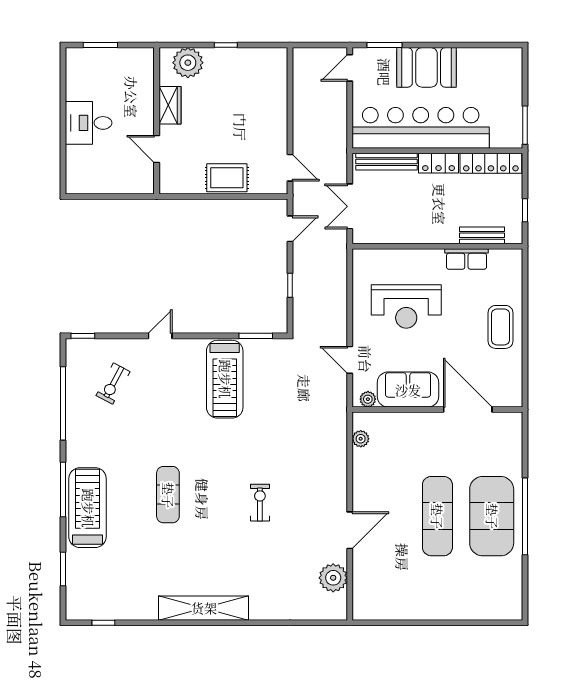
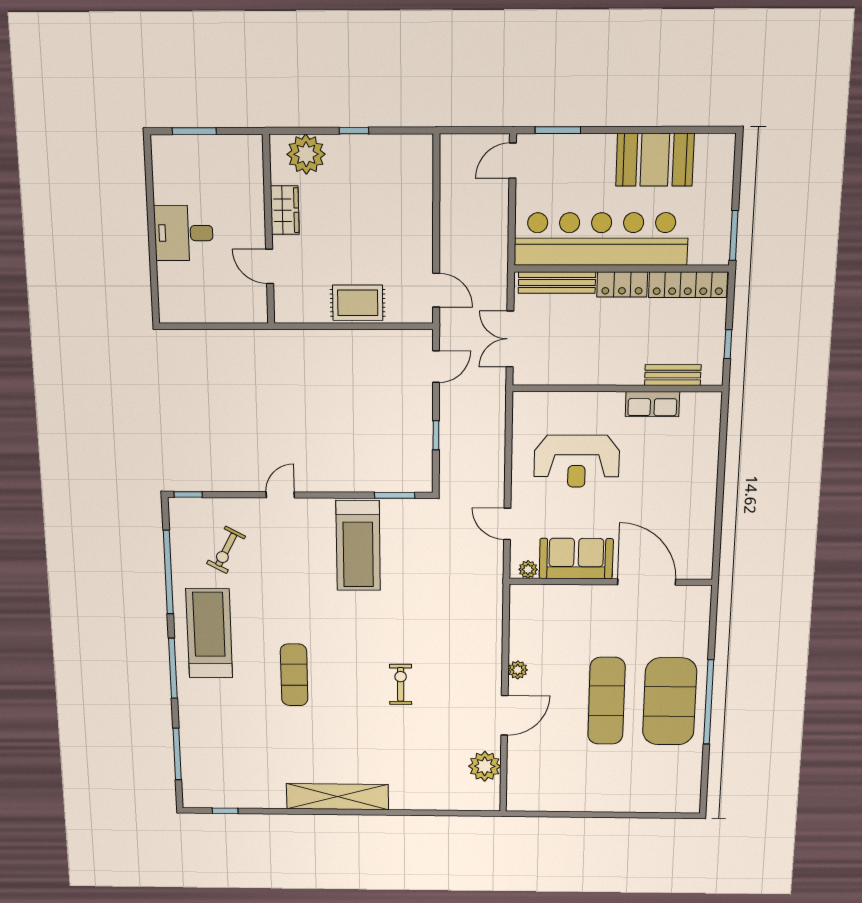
booth: (426, 67) -> (655, 160), moved
coffee table: (501, 327) -> (690, 486), removed
plant: (361, 439) -> (518, 670), moved
treadmill: (88, 508) -> (209, 633), moved
window: (63, 569) -> (177, 754), width x1.44

